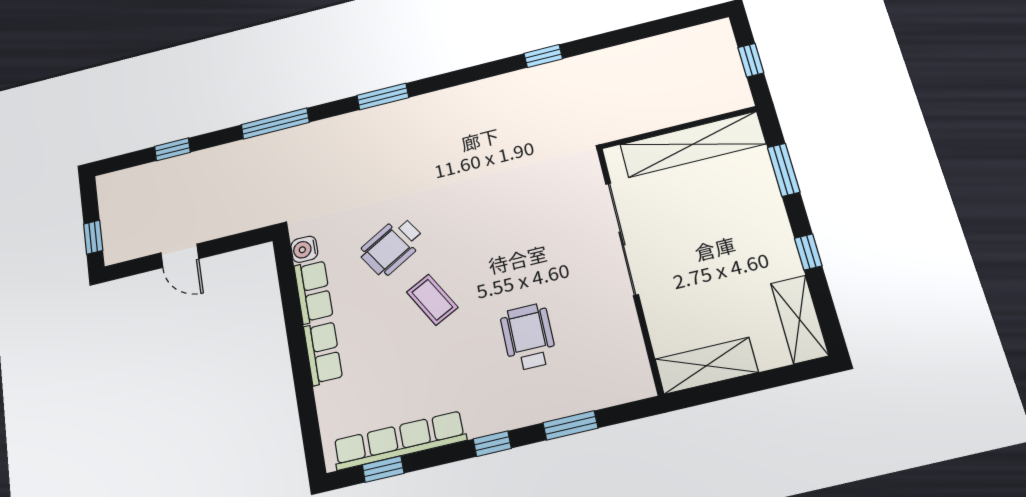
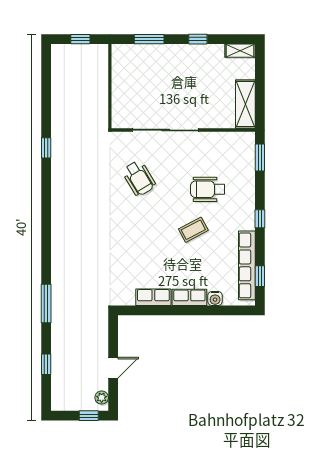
window: (383, 96) -> (46, 241), removed
shelving: (693, 144) -> (122, 81), removed
wheelchair: (392, 246) -> (139, 178), moved
water cooler: (304, 249) -> (215, 298), moved
plant: (126, 250) -> (102, 398), added
coffee table: (432, 300) -> (193, 230), moved
shelving: (800, 319) -> (240, 51), width x0.67, depth x0.75
window: (570, 425) -> (260, 158), moved

